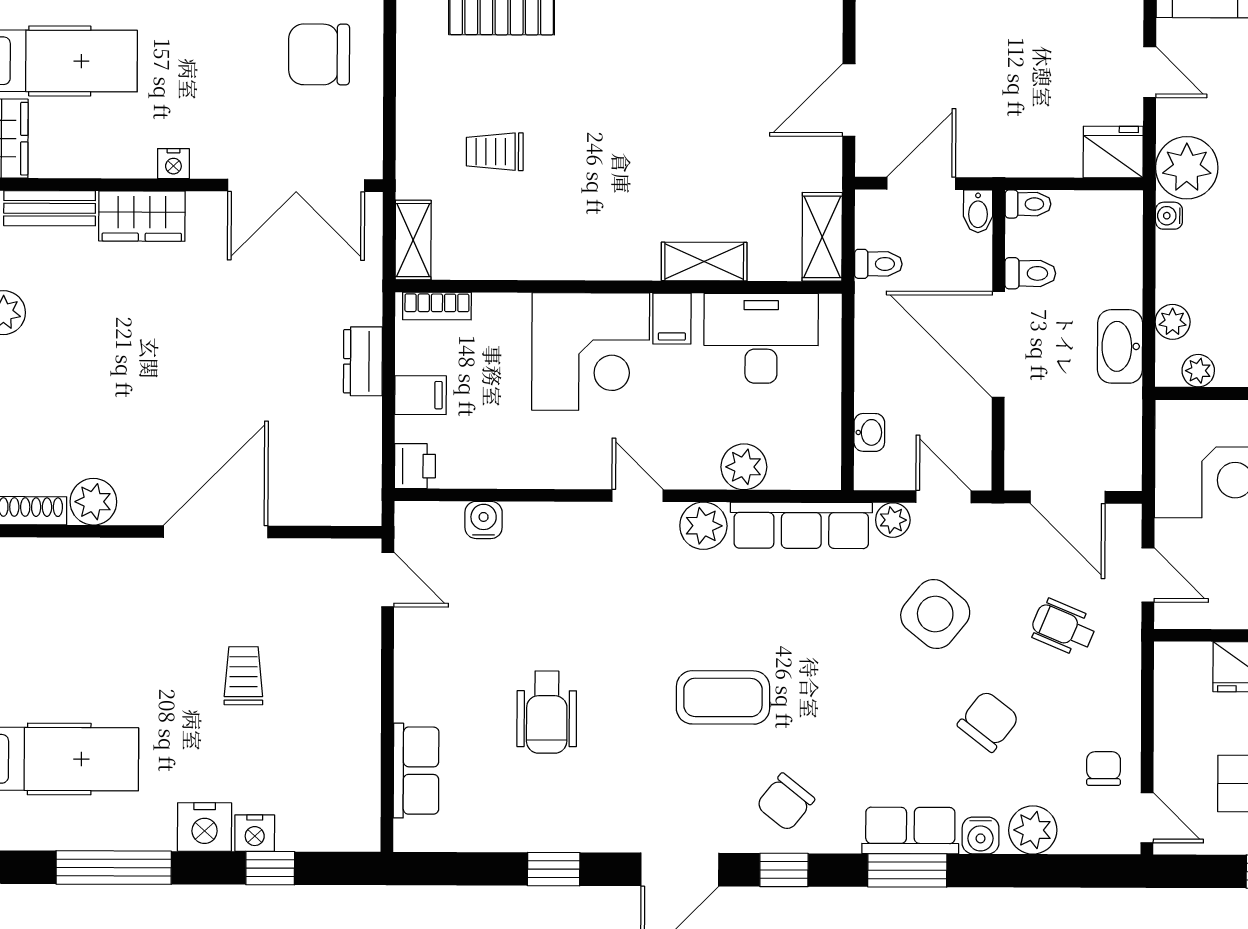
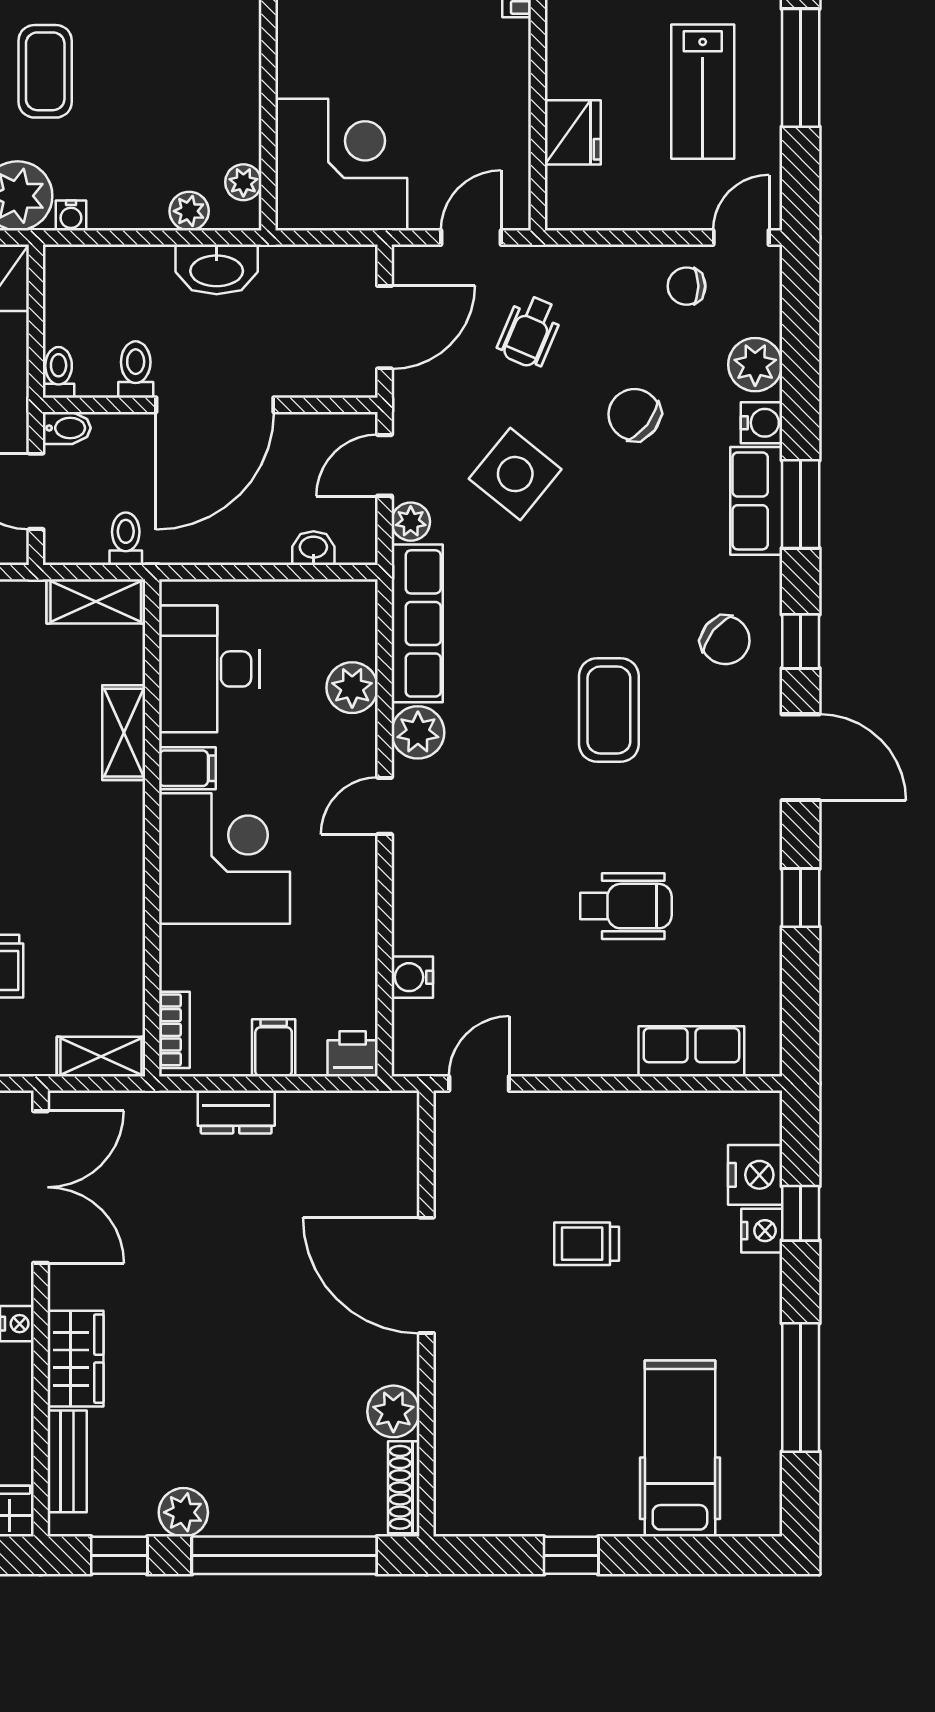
nightstand: (205, 827) -> (755, 1175), moved

